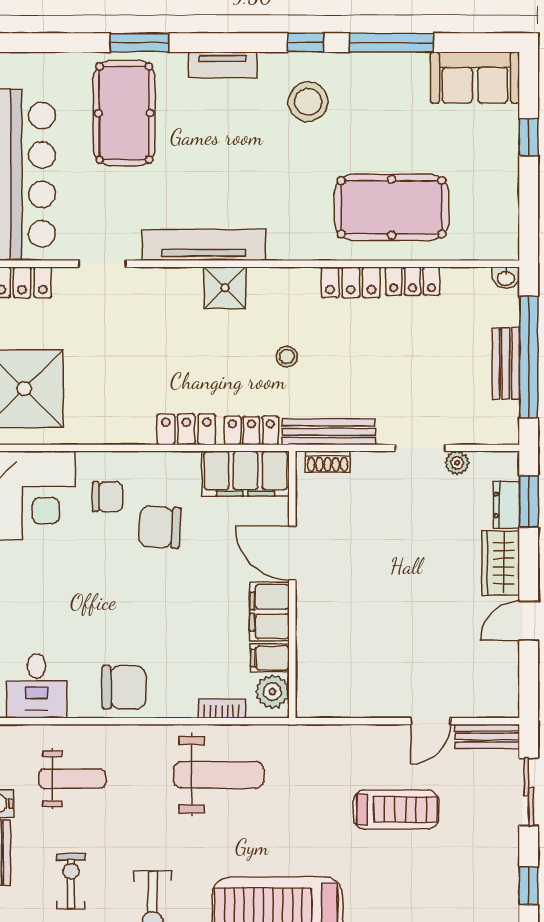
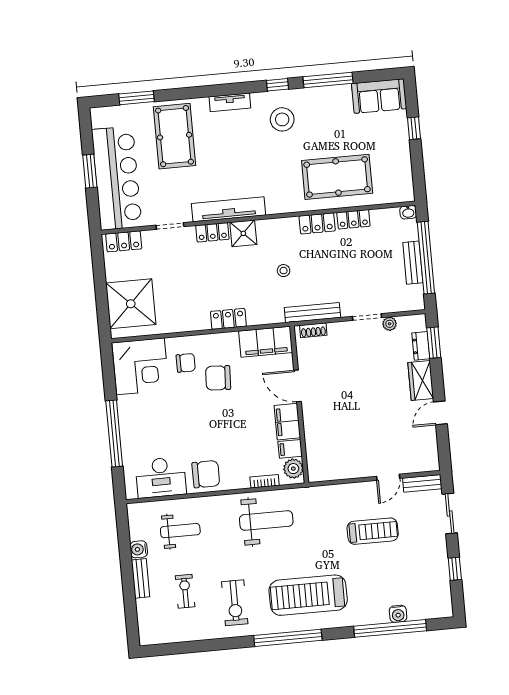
window: (139, 43) -> (137, 98), moved
locker: (251, 430) -> (212, 232), moved, turned 180
desk: (37, 686) -> (161, 477), width x1.37

